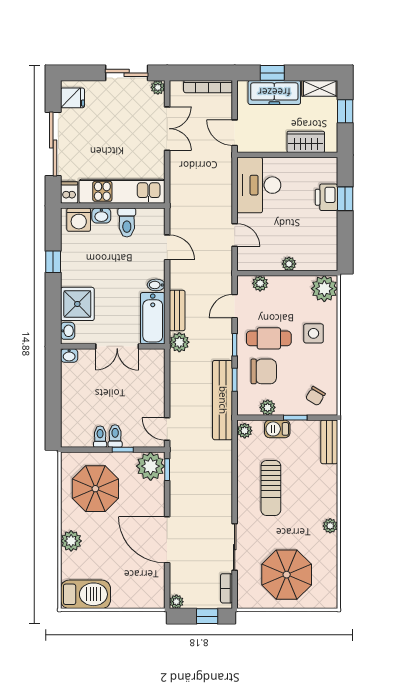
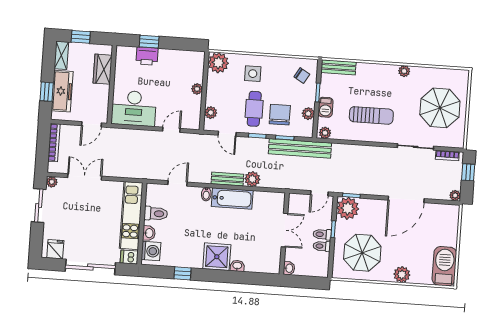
wall: (113, 346) -> (284, 234), moved
double door: (117, 346) -> (284, 230), moved
washbasin: (69, 356) -> (289, 268), moved

